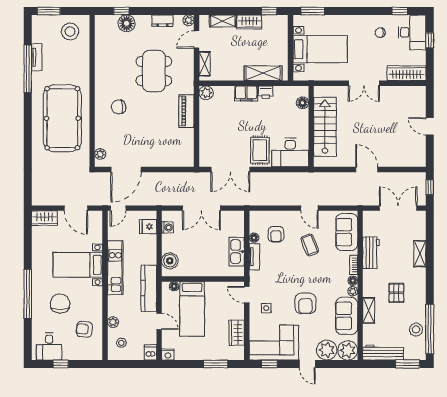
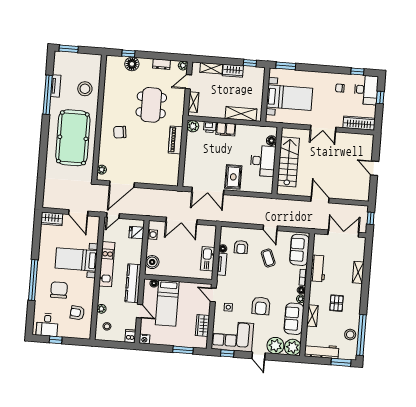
stool: (70, 32) -> (85, 89), moved
printer: (266, 92) -> (210, 127), moved
desk: (290, 153) -> (263, 161), moved, turned -90

